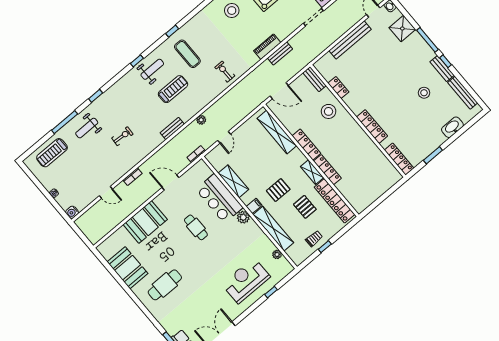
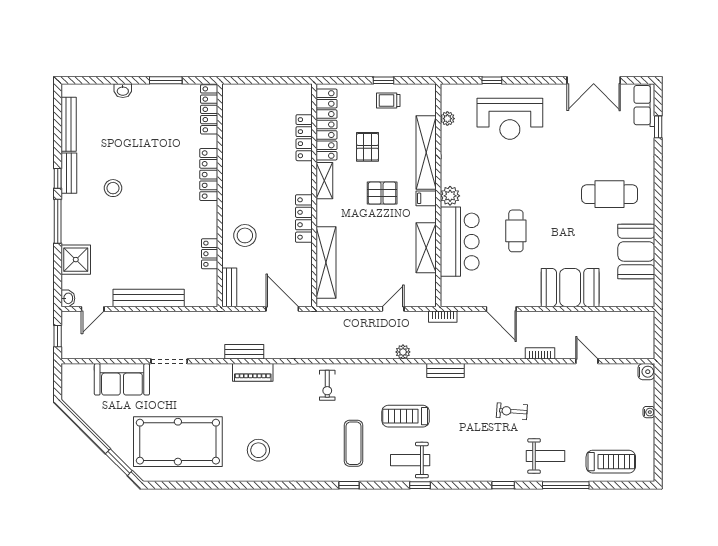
stool: (424, 93) -> (113, 188), moved
washbasin: (452, 127) -> (123, 91), width x0.52, depth x0.69
locker: (327, 170) -> (304, 138), moved

